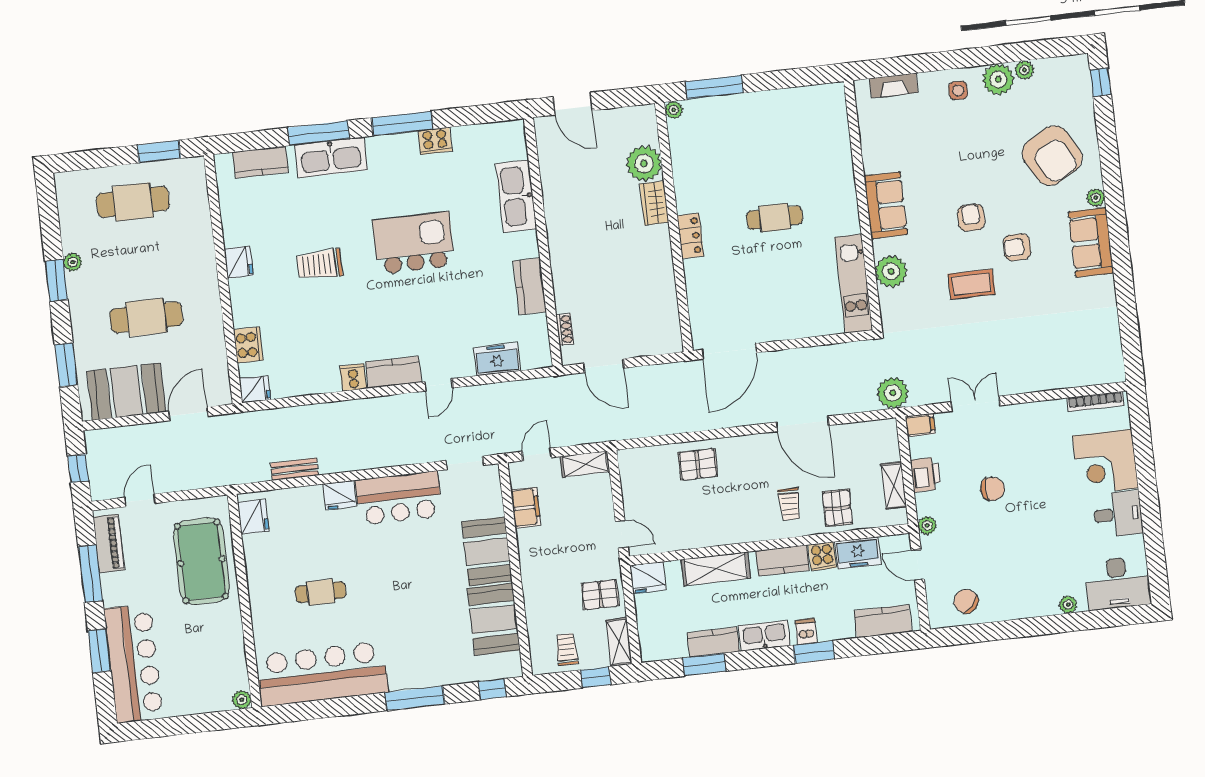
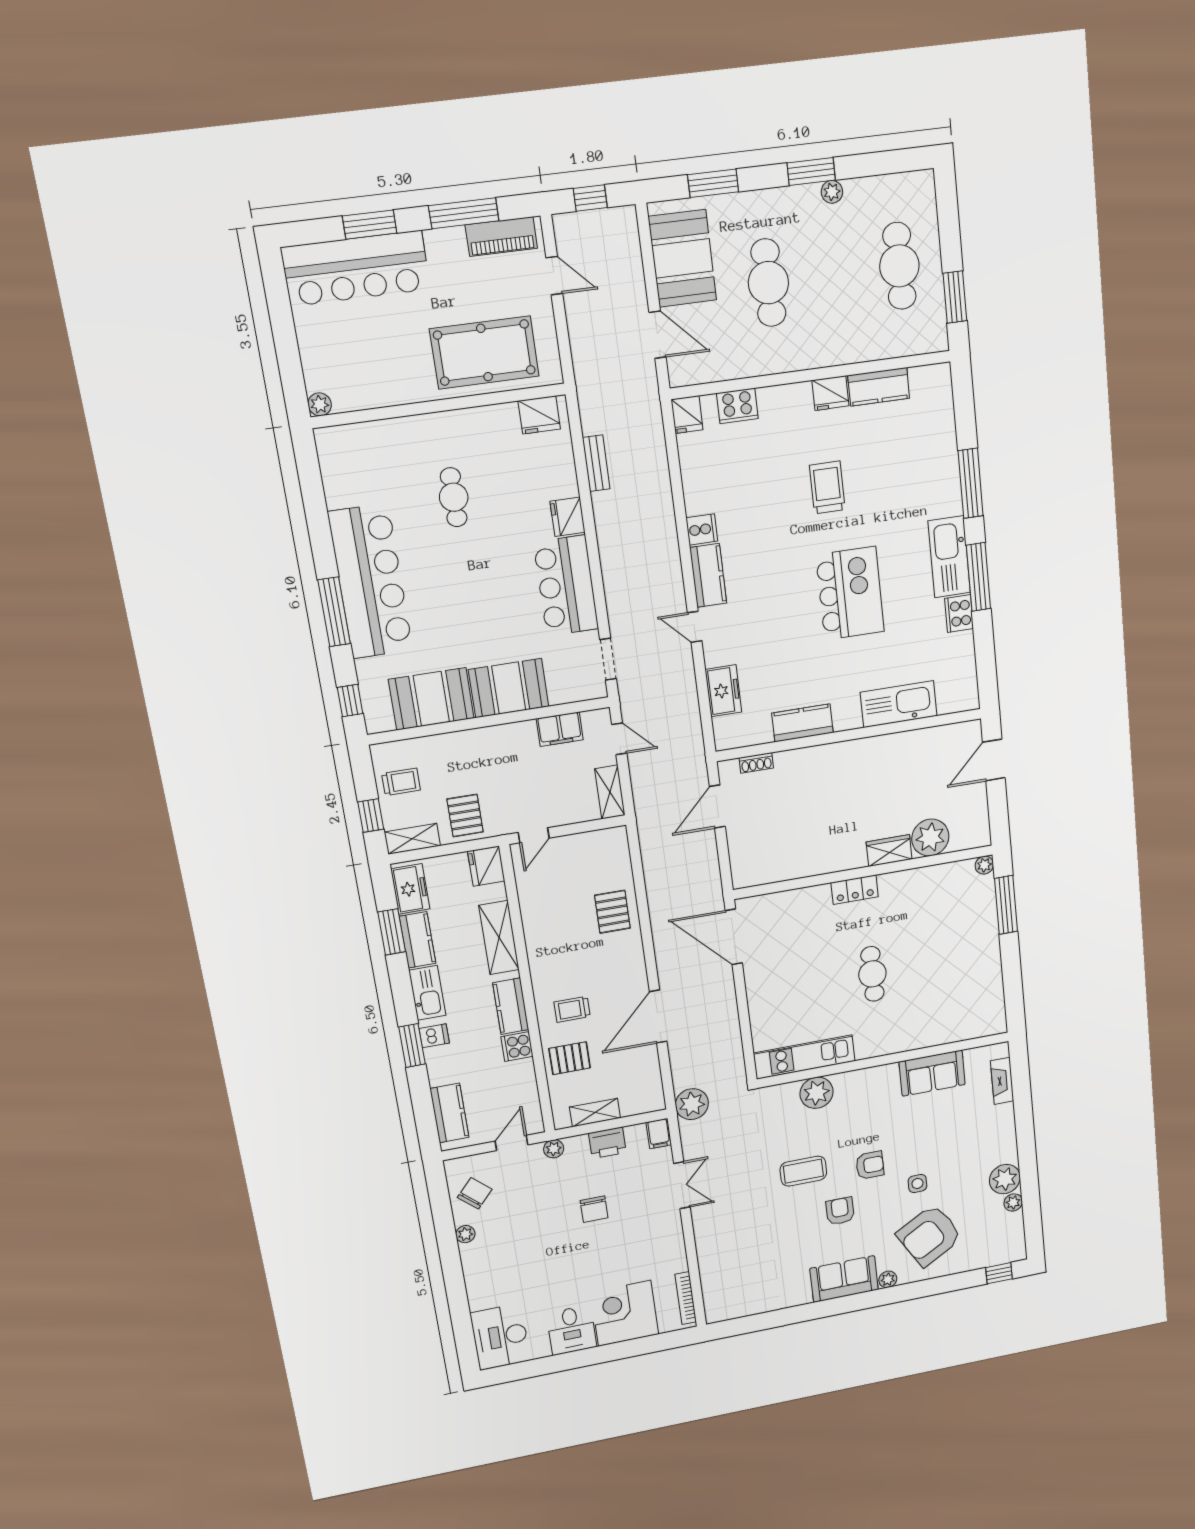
side table: (958, 90) -> (917, 1183), moved
kitchen sink: (331, 157) -> (949, 557), moved
kitchen counter: (260, 162) -> (879, 387), moved, turned -90
sofa: (886, 205) -> (932, 1073), moved
coffee table: (971, 284) -> (803, 1171), turned 90
freezer: (858, 553) -> (410, 889), moved, turned 180
plant: (1068, 605) -> (465, 1234), moved
bar counter: (322, 674) -> (371, 581), moved

